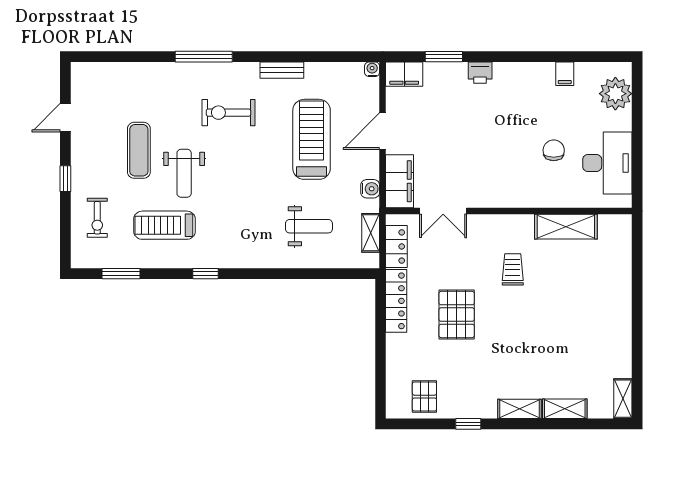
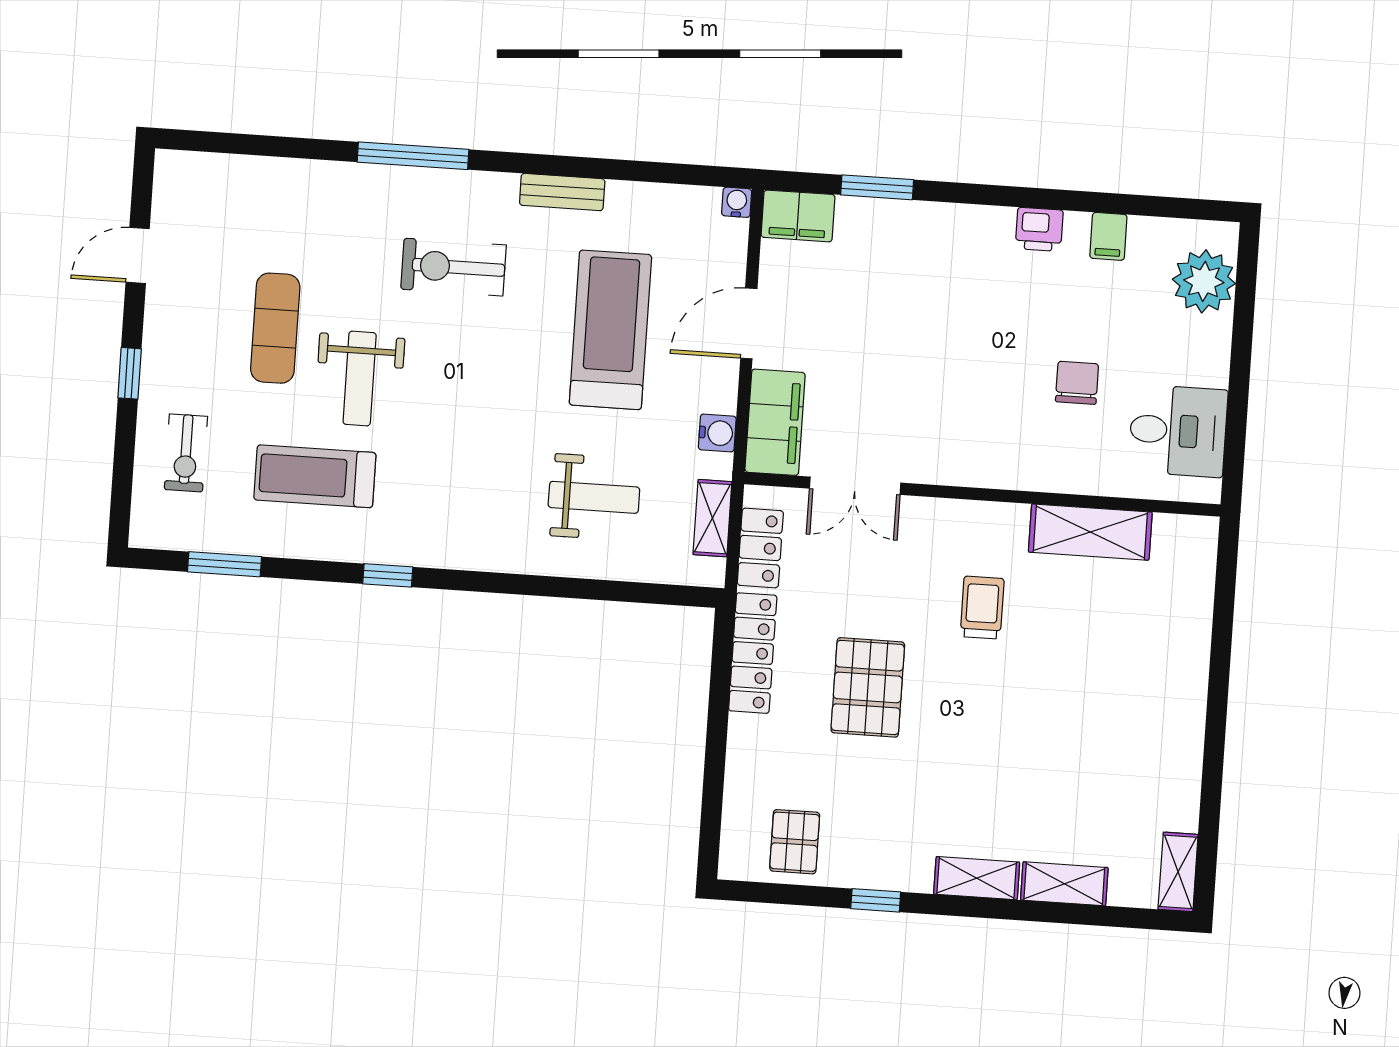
printer: (480, 73) -> (1039, 229), moved
desk: (607, 163) -> (1178, 431), width x0.73

